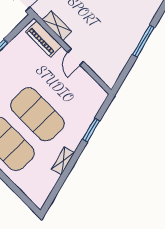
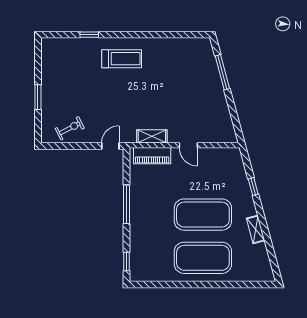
window: (143, 41) -> (222, 72), moved
window: (91, 130) -> (253, 187), width x0.67

